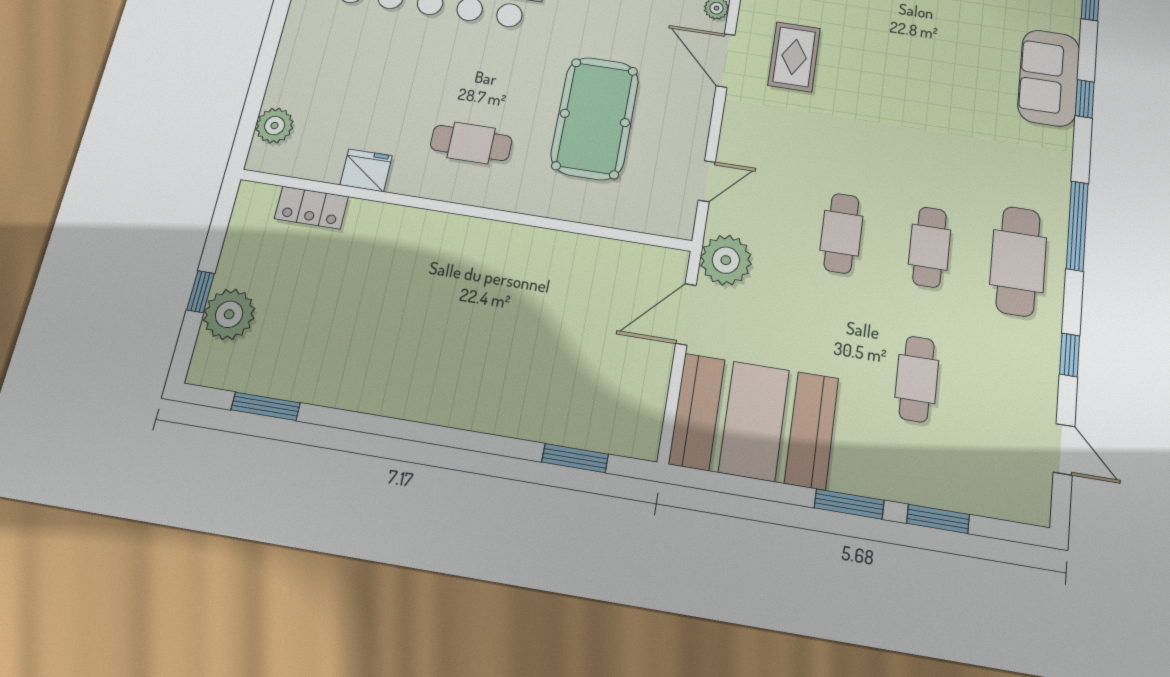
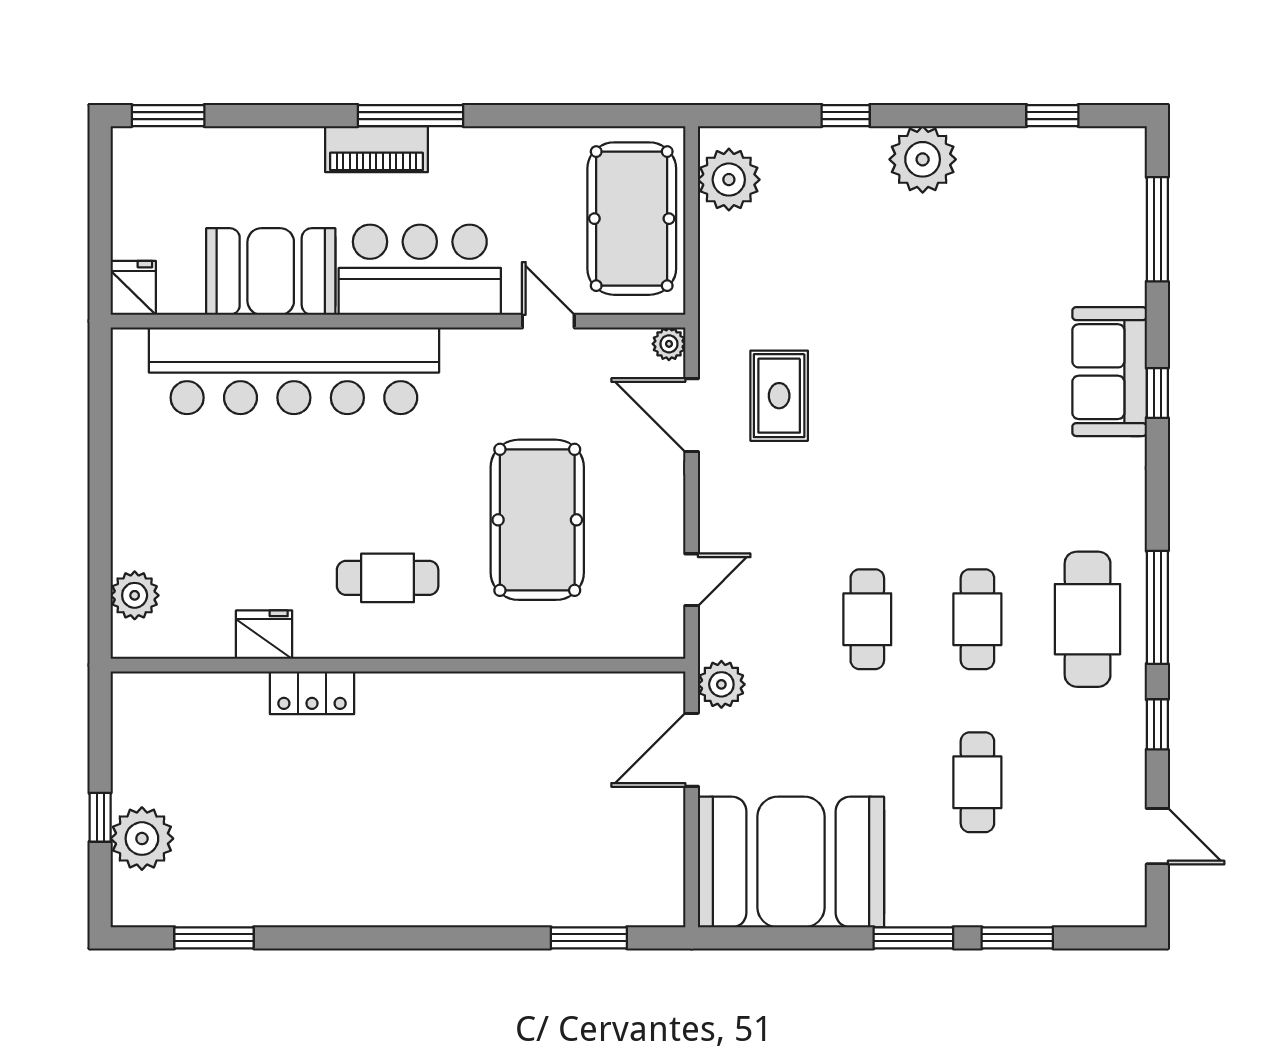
locker: (311, 208) -> (312, 693), moved
window: (1077, 226) -> (1157, 607), moved
plant: (726, 260) -> (721, 684), width x0.73, depth x0.73

